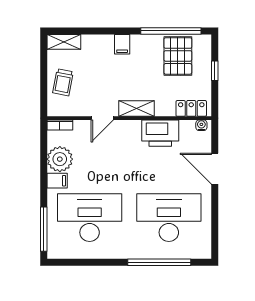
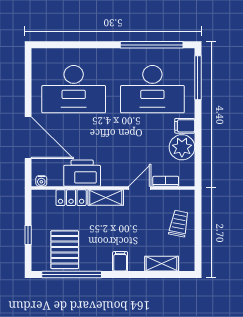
shelving: (64, 42) -> (162, 264), moved
locker: (191, 108) -> (71, 198), moved
bookcase: (60, 125) -> (166, 181), moved
door: (215, 169) -> (28, 138), width x1.36
window: (159, 262) -> (152, 45), moved

